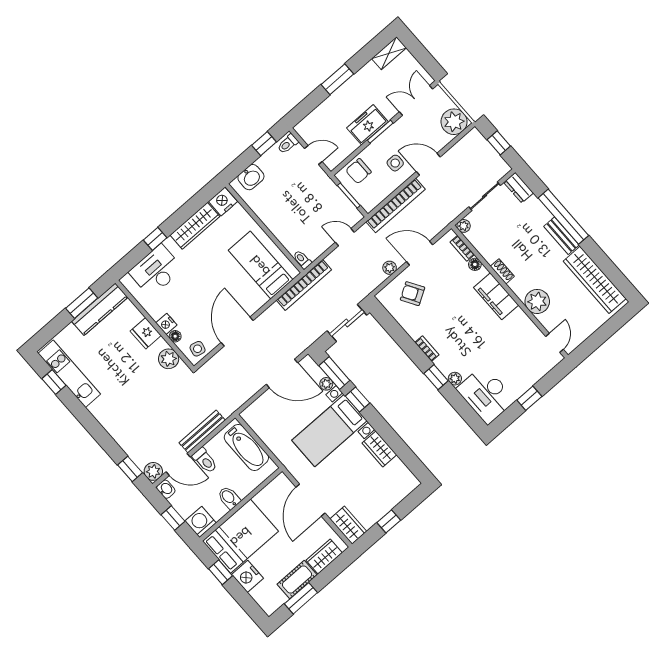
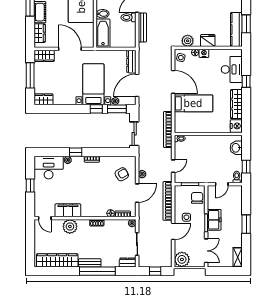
bed: (261, 265) -> (193, 103), moved
filing cabinet: (496, 296) -> (68, 210), moved
dresser: (258, 407) -> (131, 62), added
bathtub: (246, 447) -> (103, 33), moved, turned 90
wardrobe: (379, 449) -> (44, 99), moved
window: (389, 521) -> (30, 75), width x2.17

